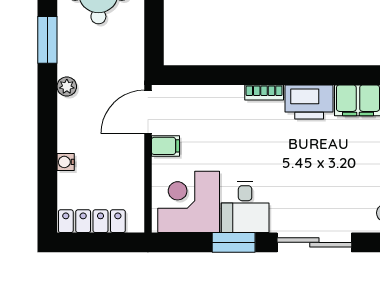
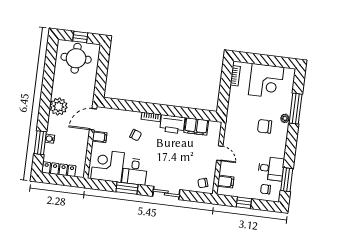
window: (47, 40) -> (40, 143), moved
plant: (67, 87) -> (59, 107), width x1.88, depth x1.88
chair: (238, 133) -> (136, 135), added
sliding door: (314, 242) -> (166, 193), width x0.73

